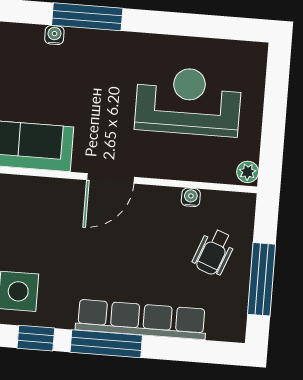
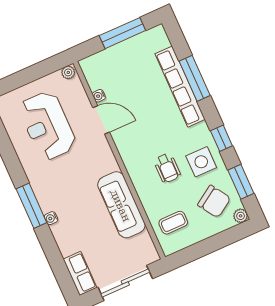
door: (111, 178) -> (101, 120), moved
wheelchair: (214, 252) -> (167, 168), moved, turned 69
window: (106, 344) -> (195, 78), moved

